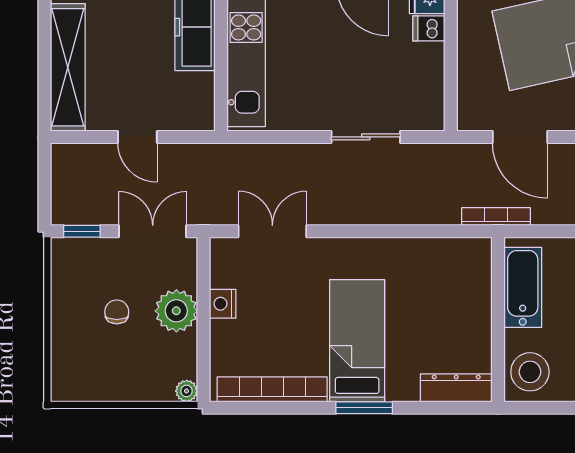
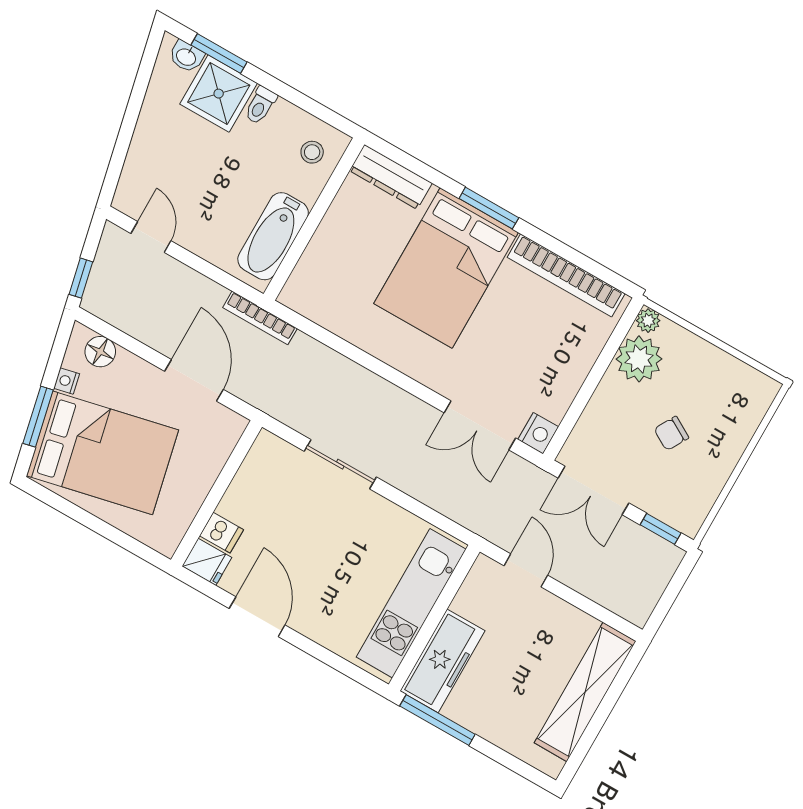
door: (137, 137) -> (526, 570), moved
nightstand: (223, 304) -> (538, 433), moved
plant: (176, 311) -> (639, 359), moved
chair: (117, 312) -> (671, 433), turned 30
bed: (357, 341) -> (446, 268), width x1.50
stool: (530, 372) -> (312, 152), width x0.53, depth x0.53

